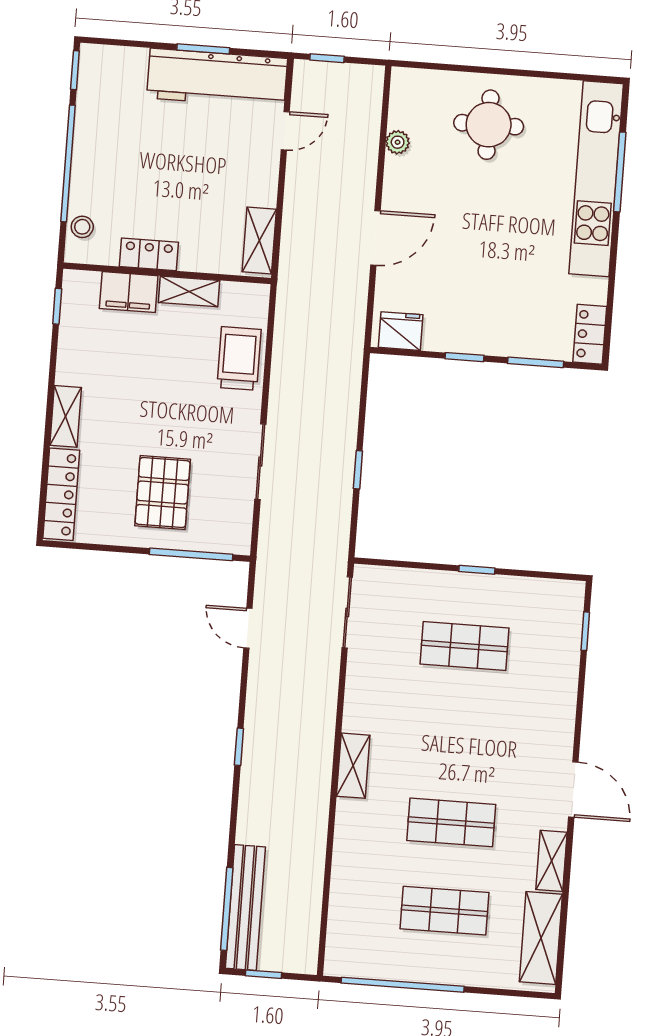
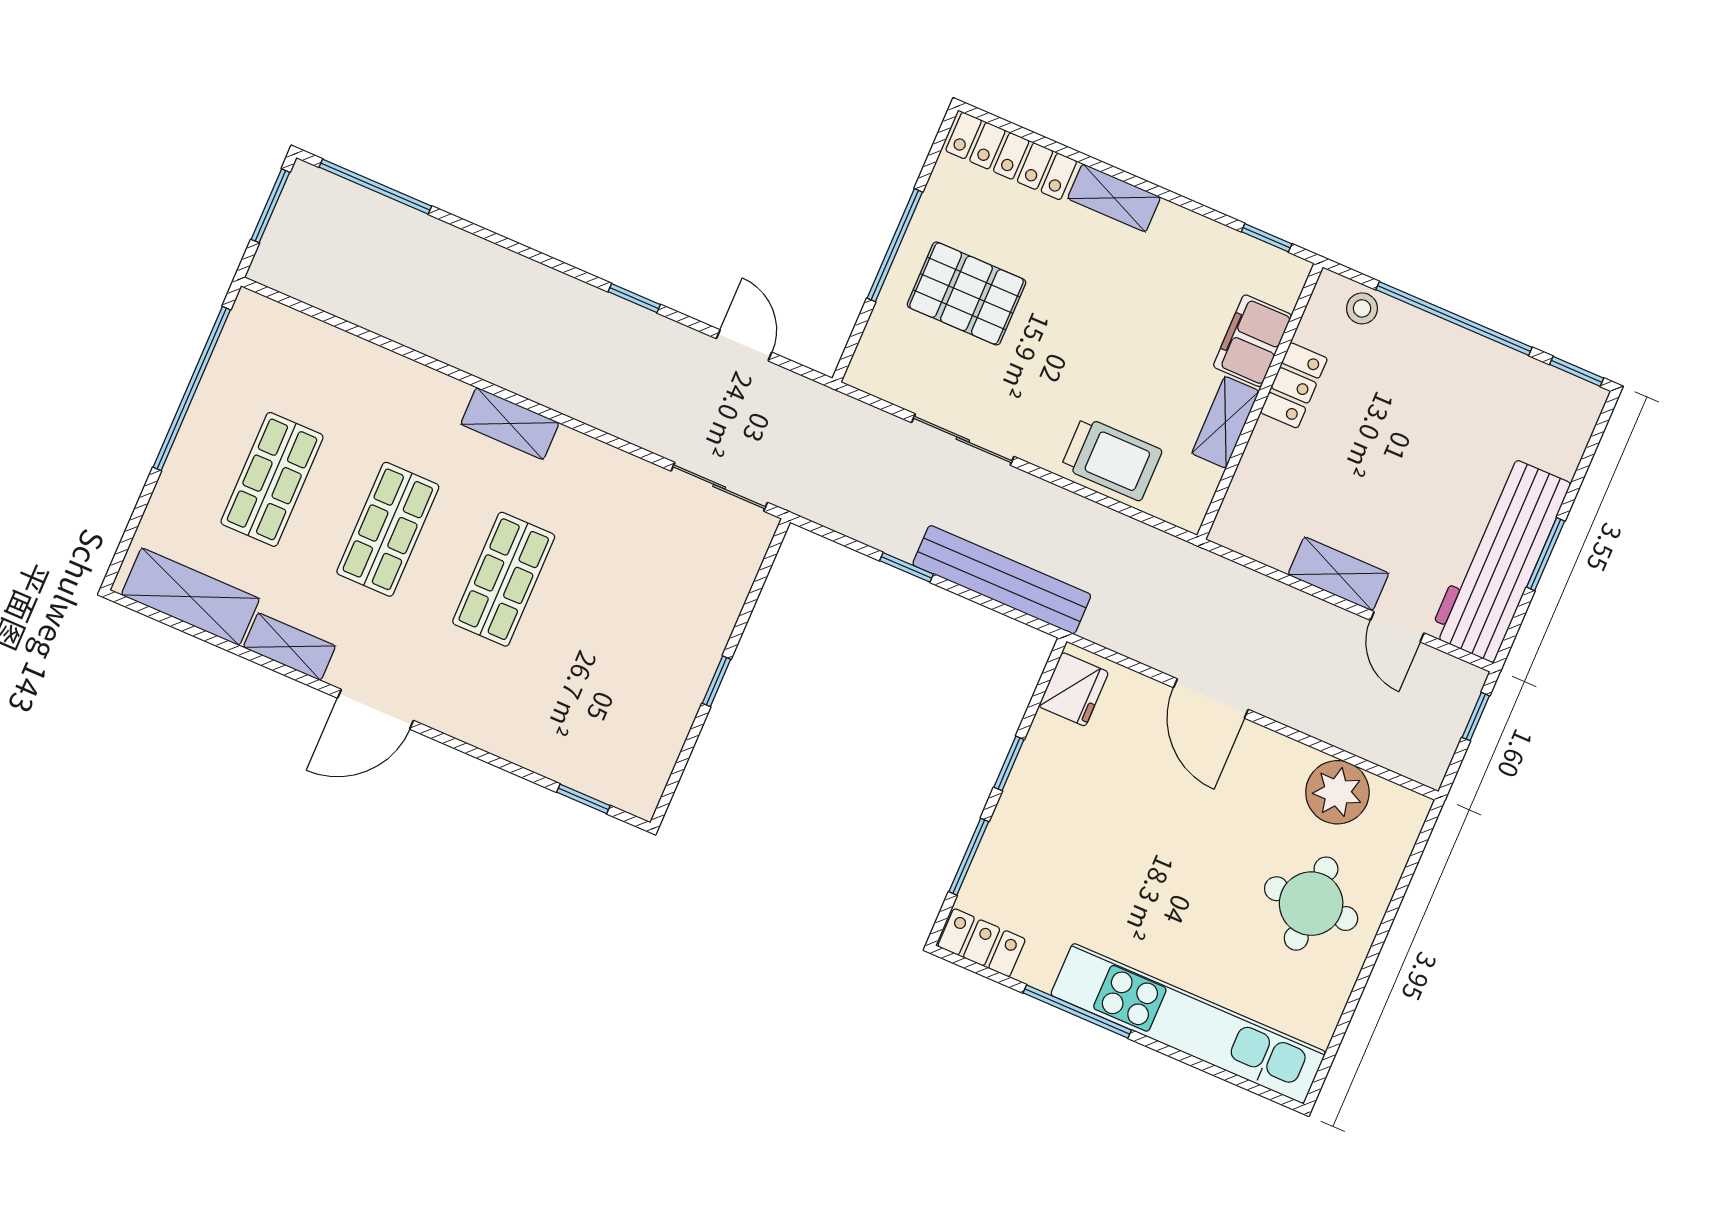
plant: (398, 142) -> (1337, 792), width x1.88, depth x1.88
window: (620, 172) -> (1077, 1011), moved
shelving: (259, 240) -> (1338, 574), moved
window: (191, 554) -> (895, 245), moved
door: (248, 628) -> (744, 345), hinge flipped
shop shelf: (464, 646) -> (504, 579), moved
window: (239, 747) -> (634, 298), moved
bench: (245, 908) -> (1002, 580), moved
window: (263, 974) -> (270, 206), width x1.50

